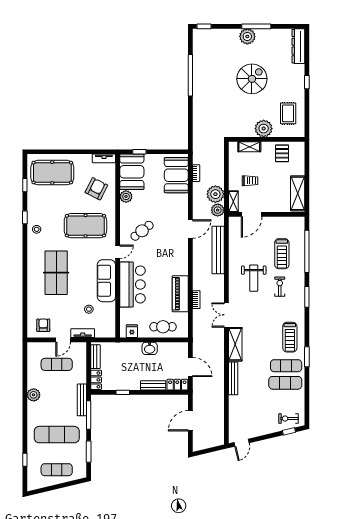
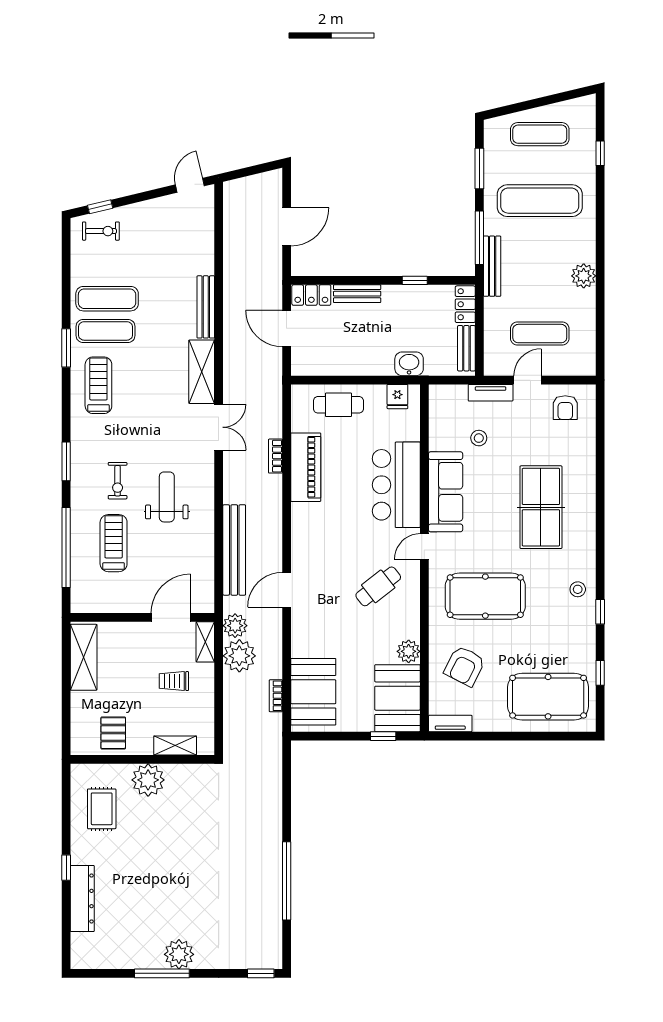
dresser: (298, 46) -> (82, 899), moved
spiral stairs: (252, 79) -> (170, 874), removed
washbasin: (150, 348) -> (409, 364), moved

